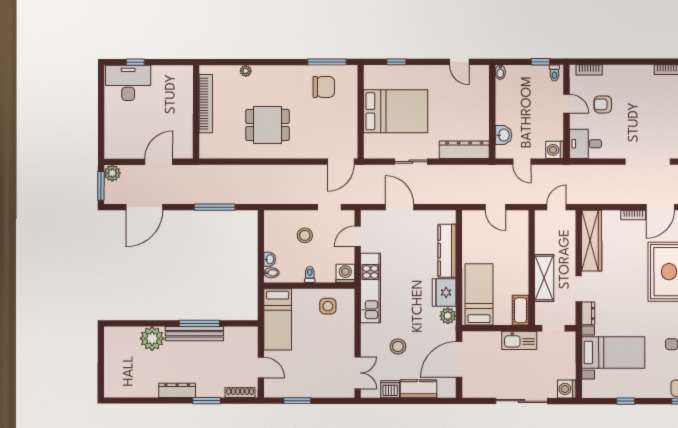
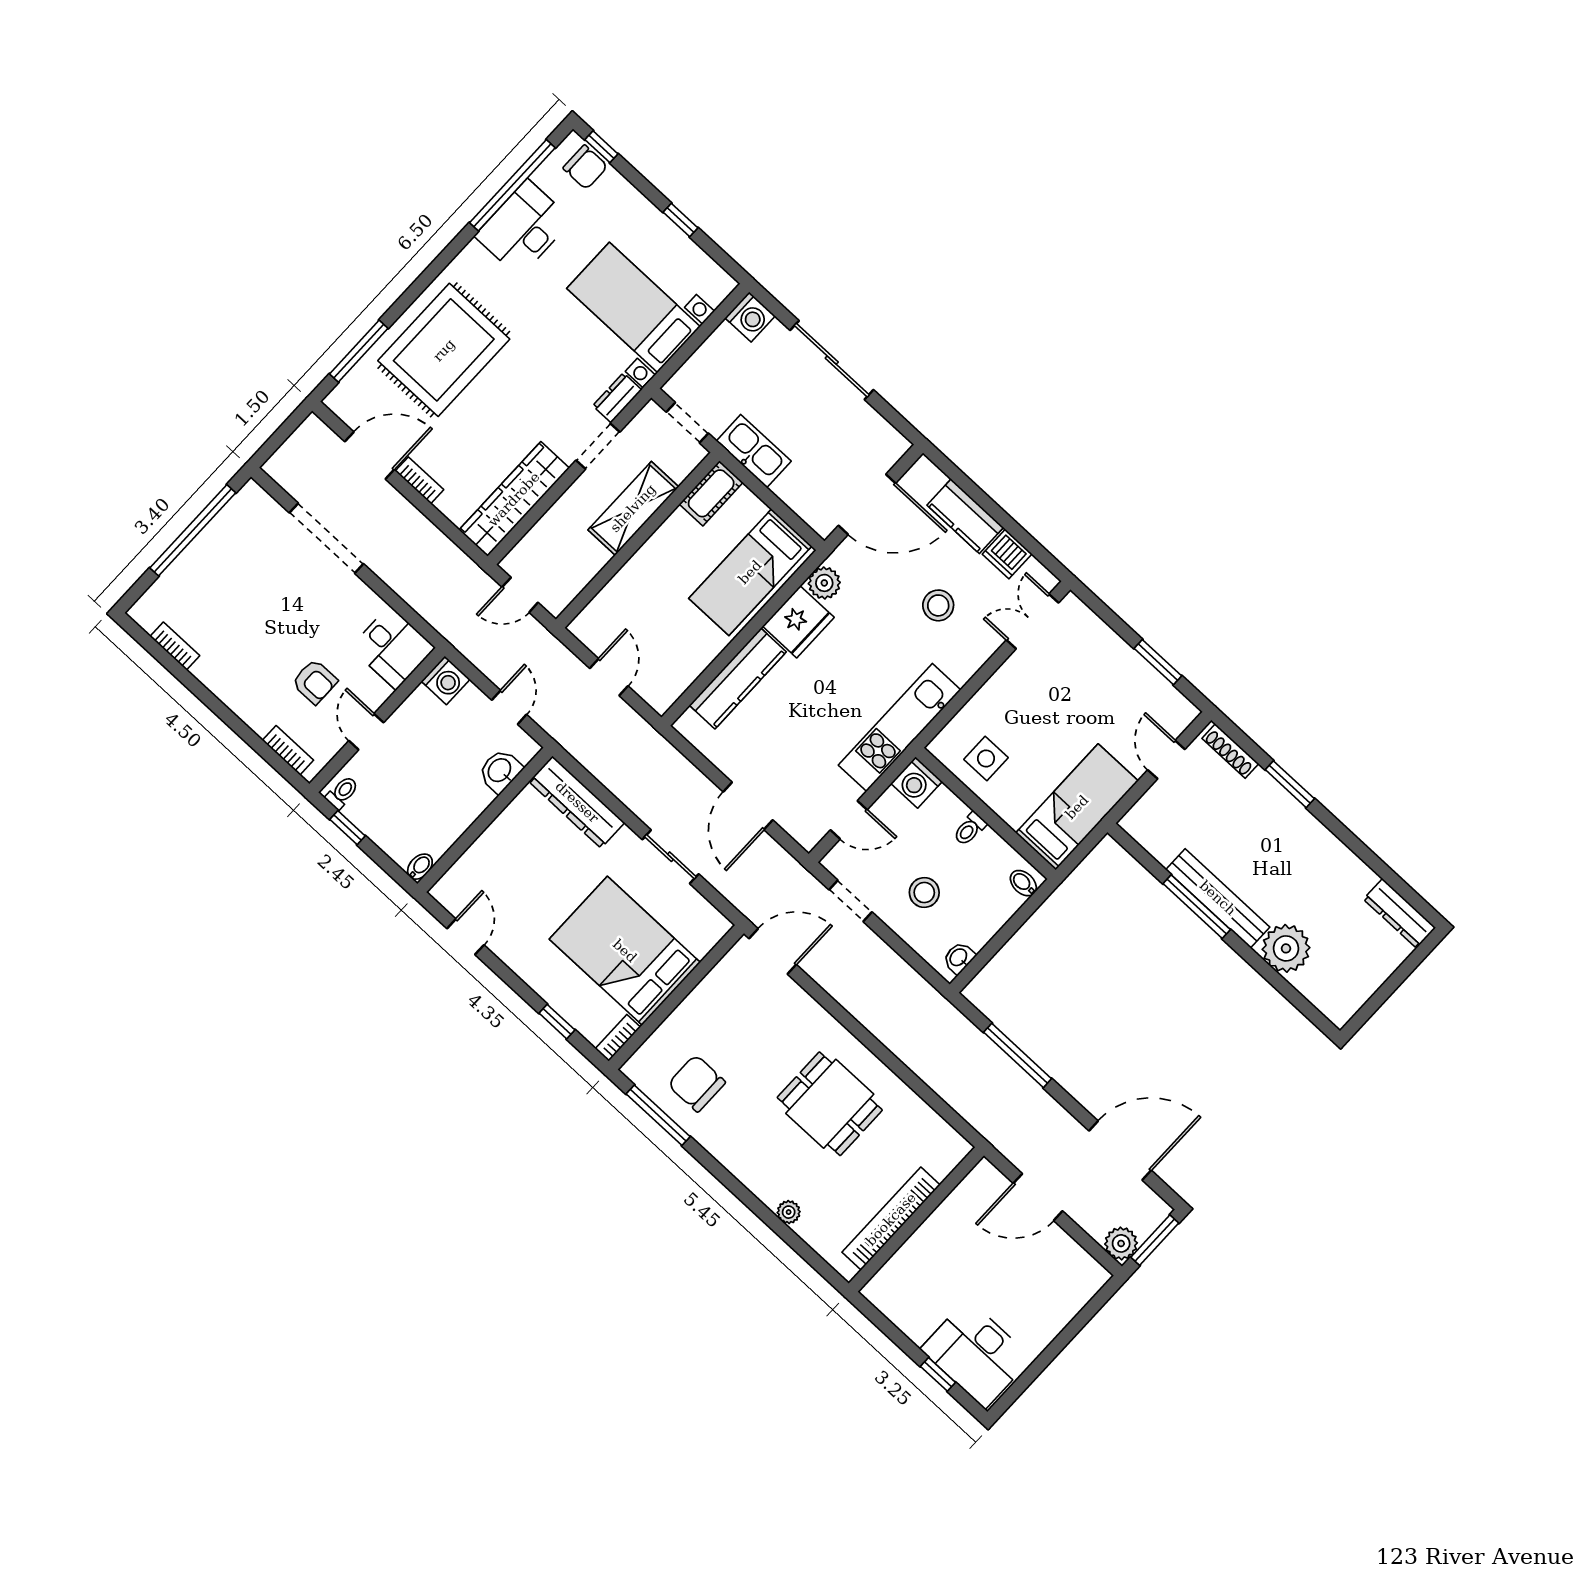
bookcase: (368, 77) -> (618, 1038), added
washbasin: (270, 259) -> (959, 958), moved
dresser: (177, 390) -> (1400, 913), moved

